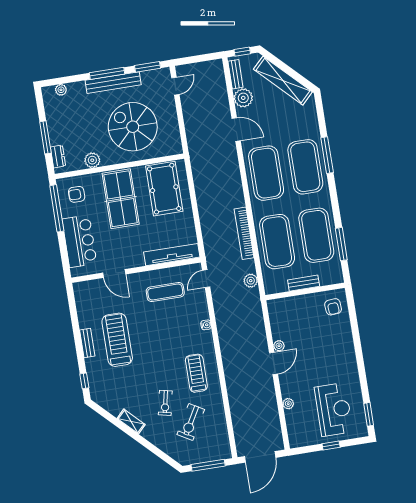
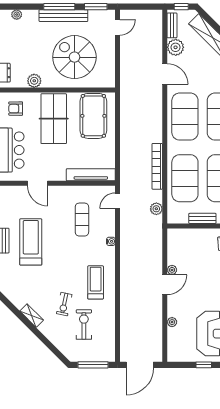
exercise mat: (165, 292) -> (82, 220), moved, turned 90
exercise bike: (191, 422) -> (84, 324), turned 150

